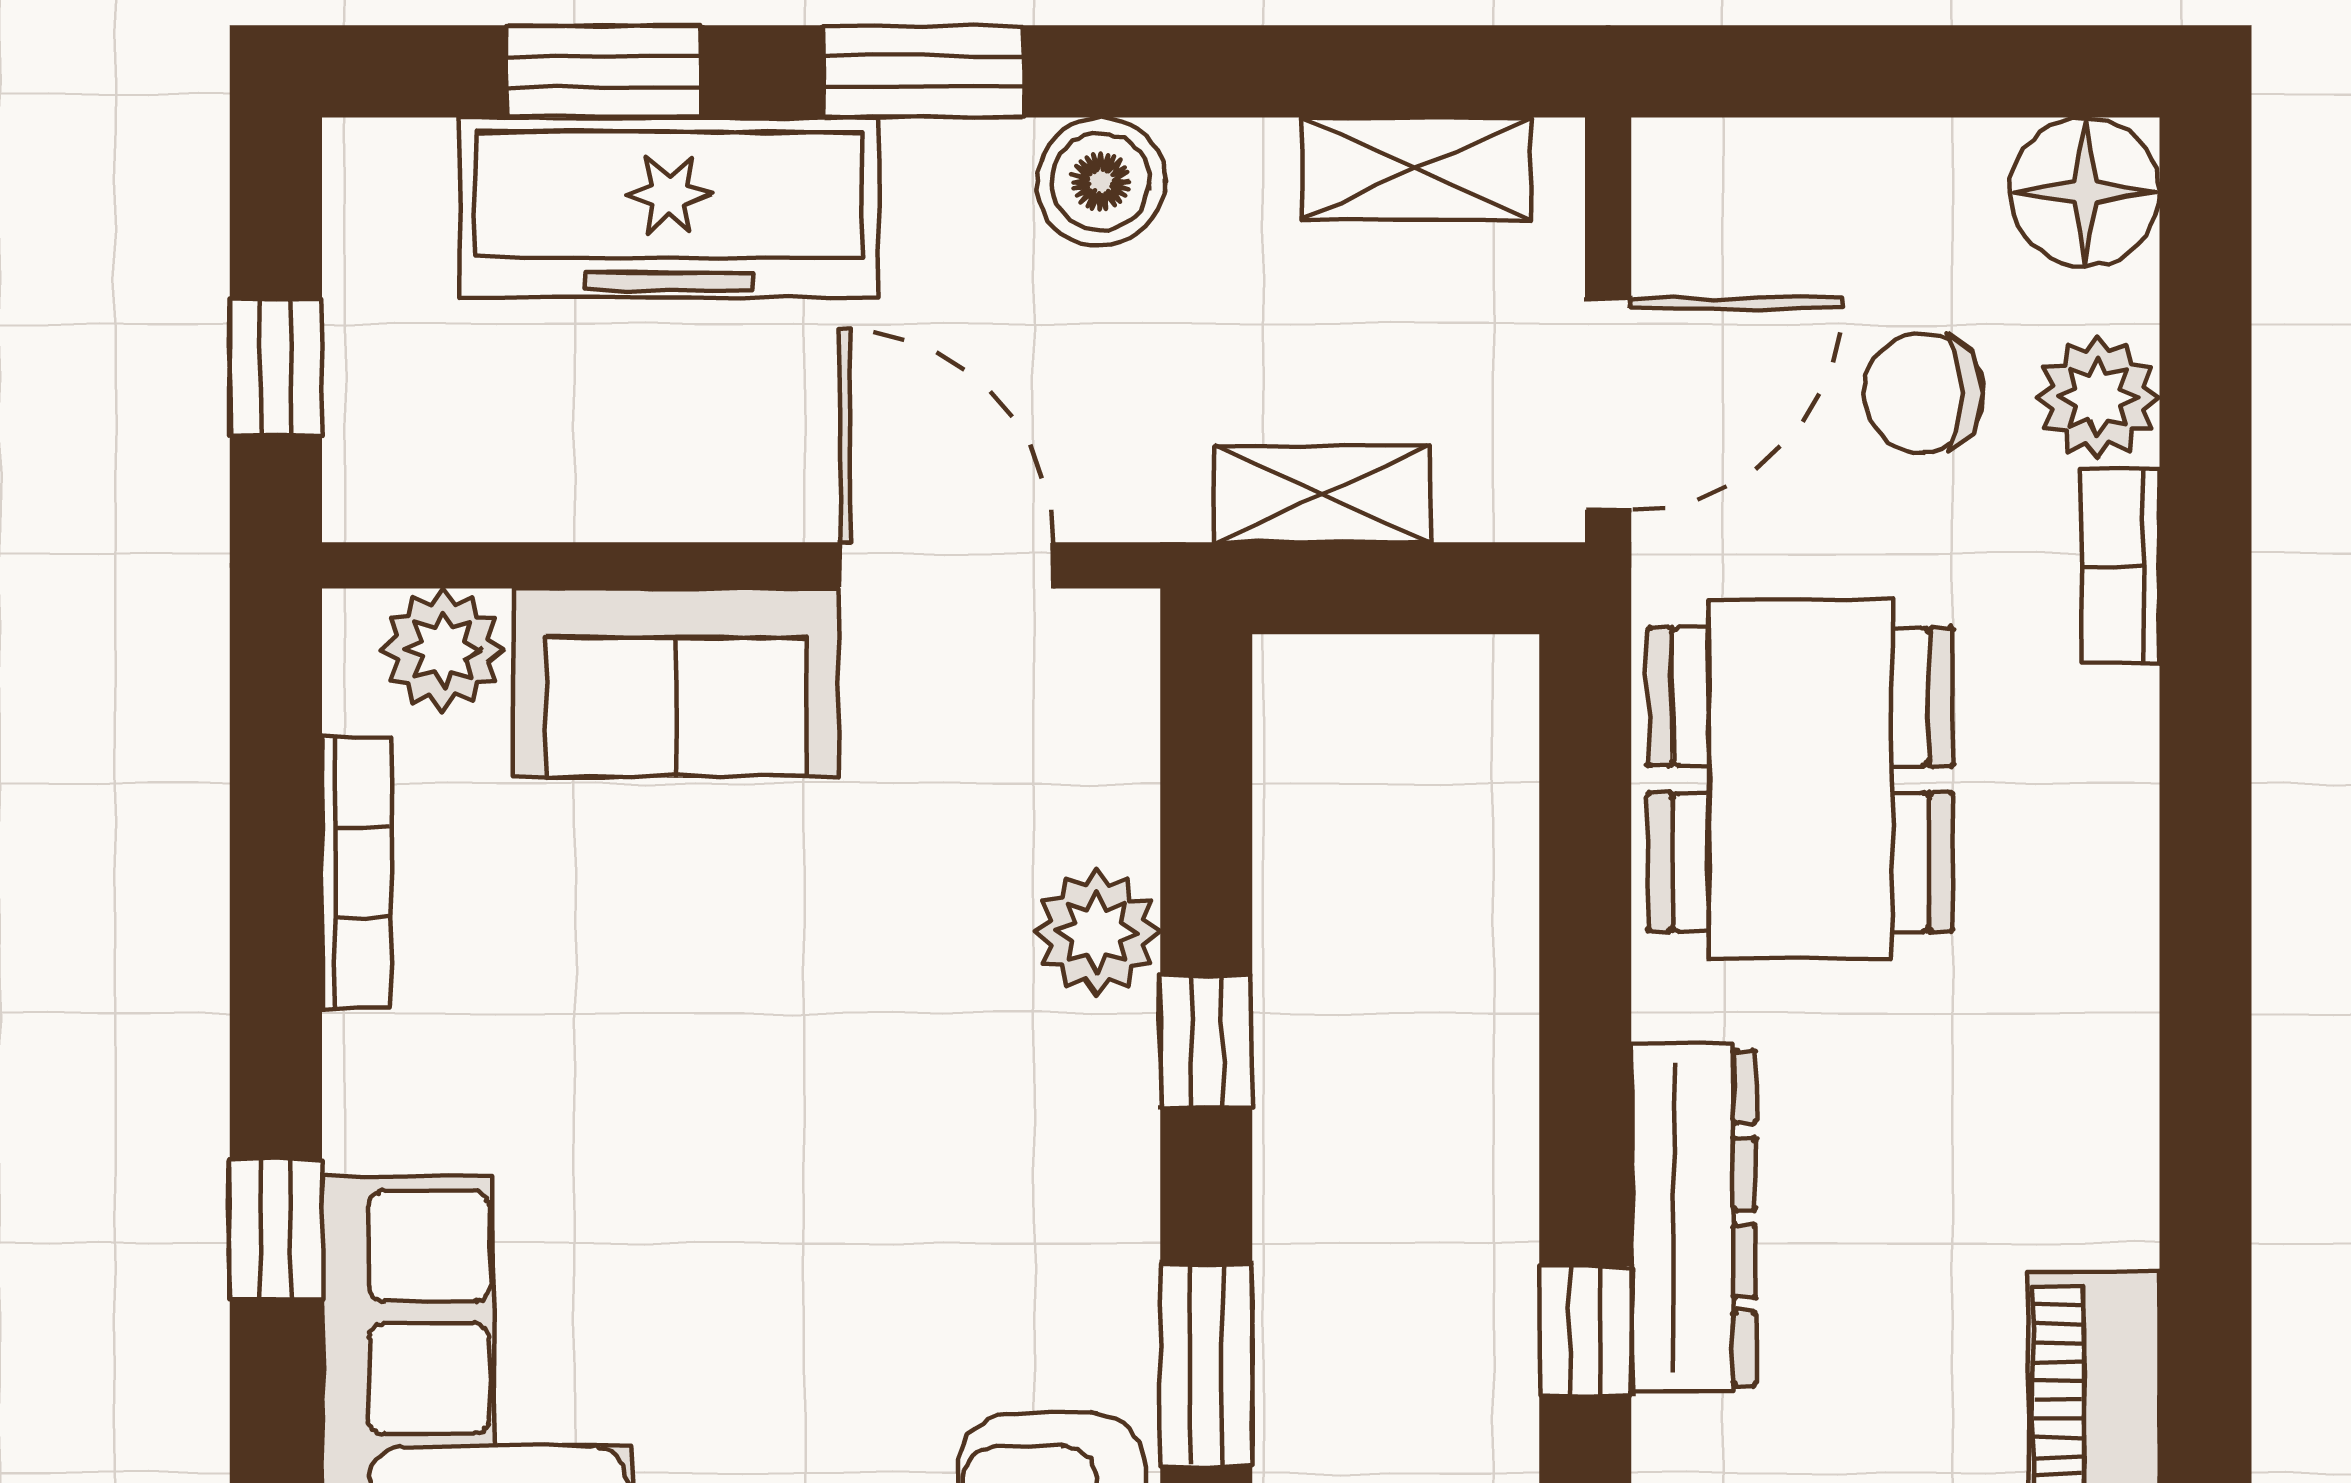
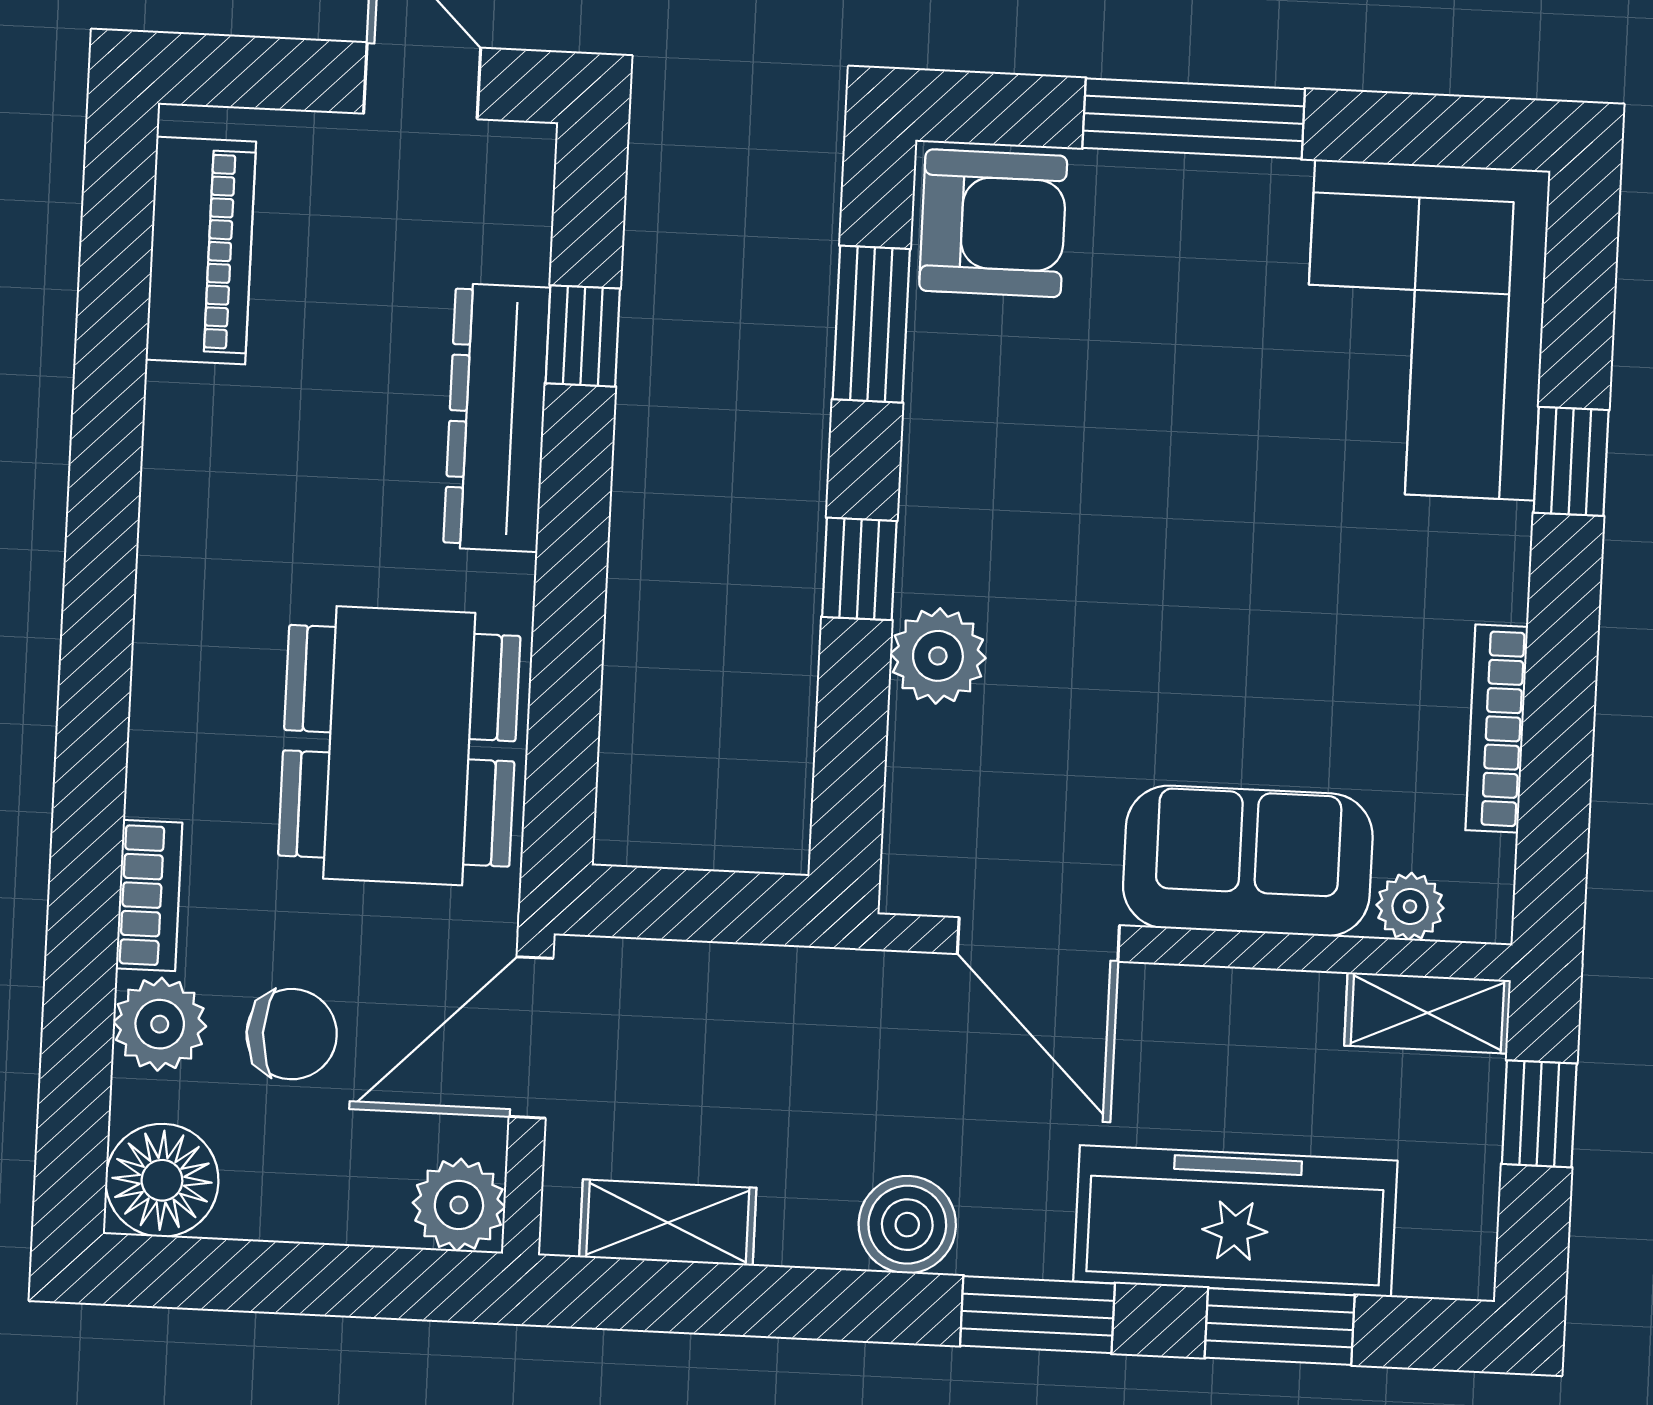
plant: (1692, 179) -> (459, 1205), added
shelving: (1322, 494) -> (1427, 1013), moved
plant: (443, 650) -> (1410, 906), width x0.73, depth x0.73

